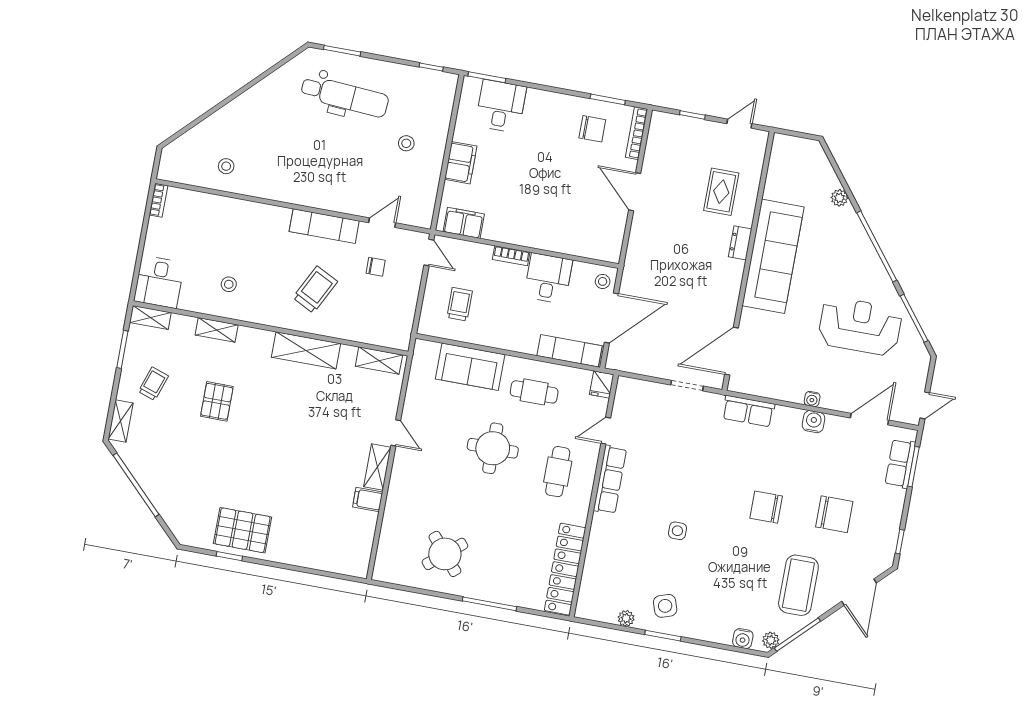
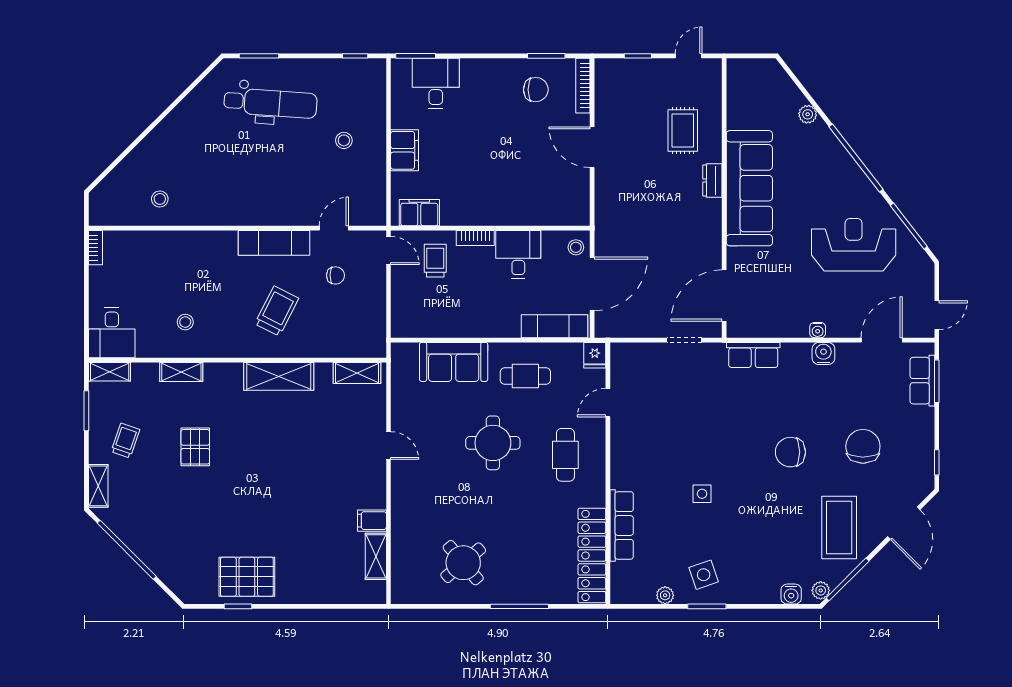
trolley: (460, 304) -> (435, 261), moved
shelving: (377, 467) -> (376, 556), moved
row of seats: (610, 480) -> (622, 525), moved
chair: (834, 514) -> (863, 446), turned -90

